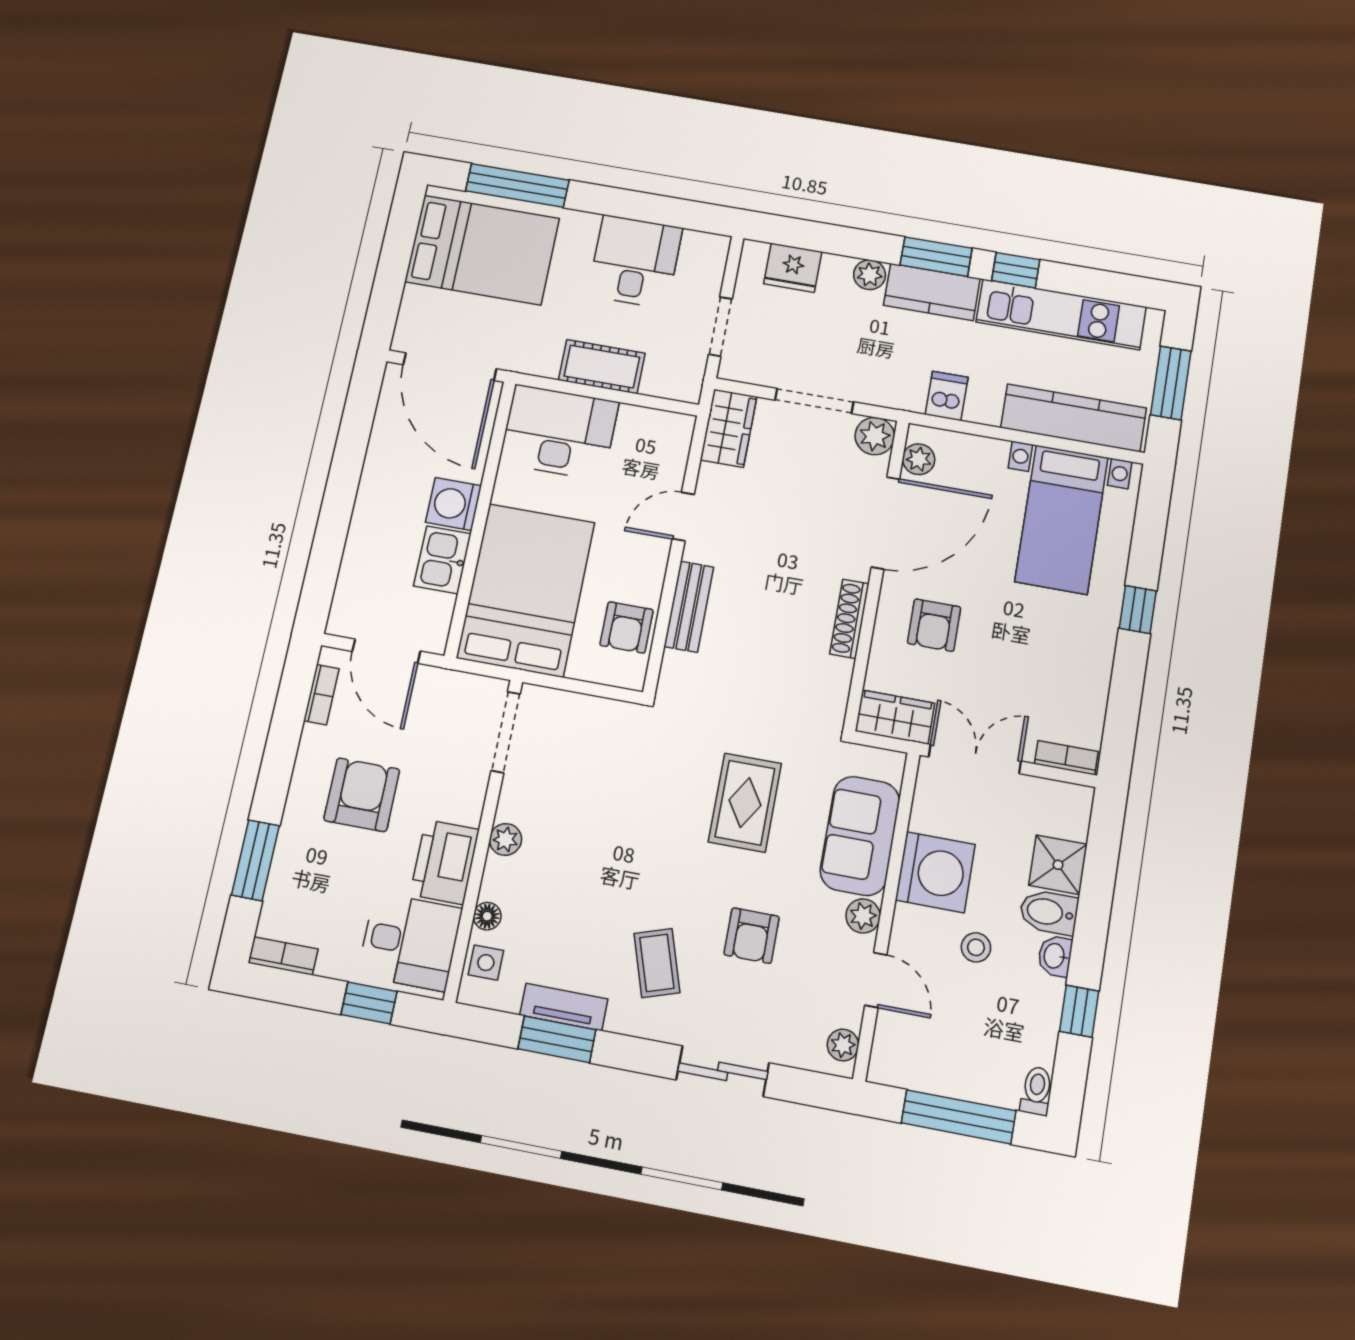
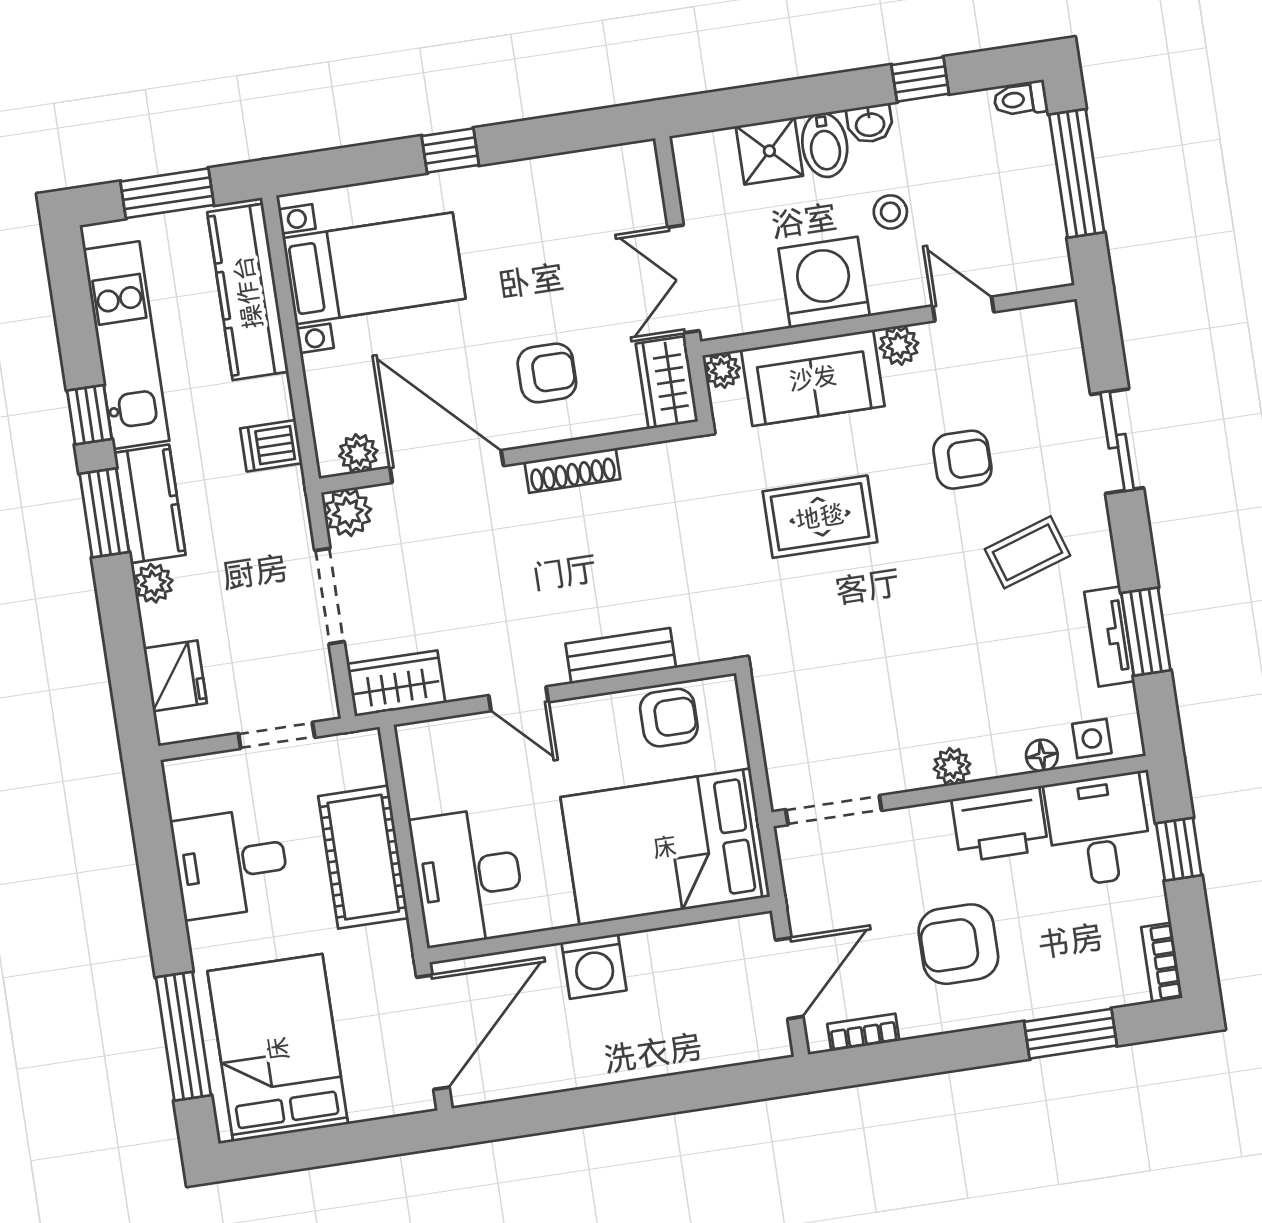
cot: (602, 367) -> (363, 857), width x1.37, depth x1.34
kitchen sink: (442, 560) -> (663, 955), removed
bookcase: (1066, 758) -> (647, 179), removed
door: (876, 980) -> (963, 309), hinge flipped
plant: (843, 1045) -> (722, 370), moved

